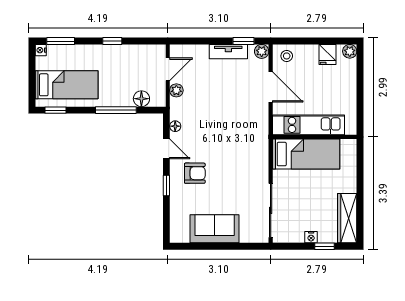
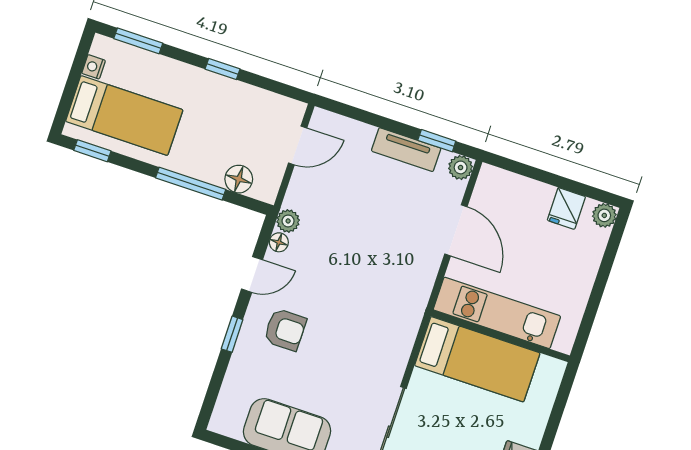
nightstand: (41, 50) -> (94, 67), moved
stool: (287, 56) -> (499, 189), removed
plant: (176, 90) -> (288, 221), moved
door: (166, 149) -> (252, 274), hinge flipped

